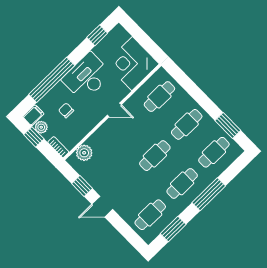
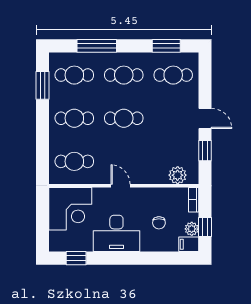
window: (52, 80) -> (147, 258), removed
window: (209, 194) -> (97, 46), moved

